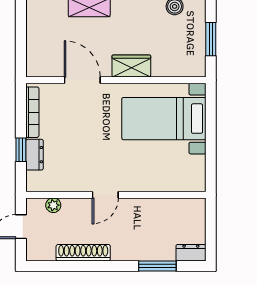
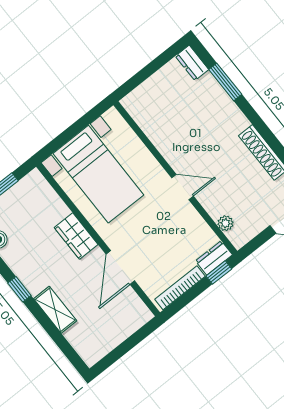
door: (105, 195) -> (182, 187), moved
wall: (116, 195) -> (175, 178), moved
plant: (53, 205) -> (225, 223), moved

